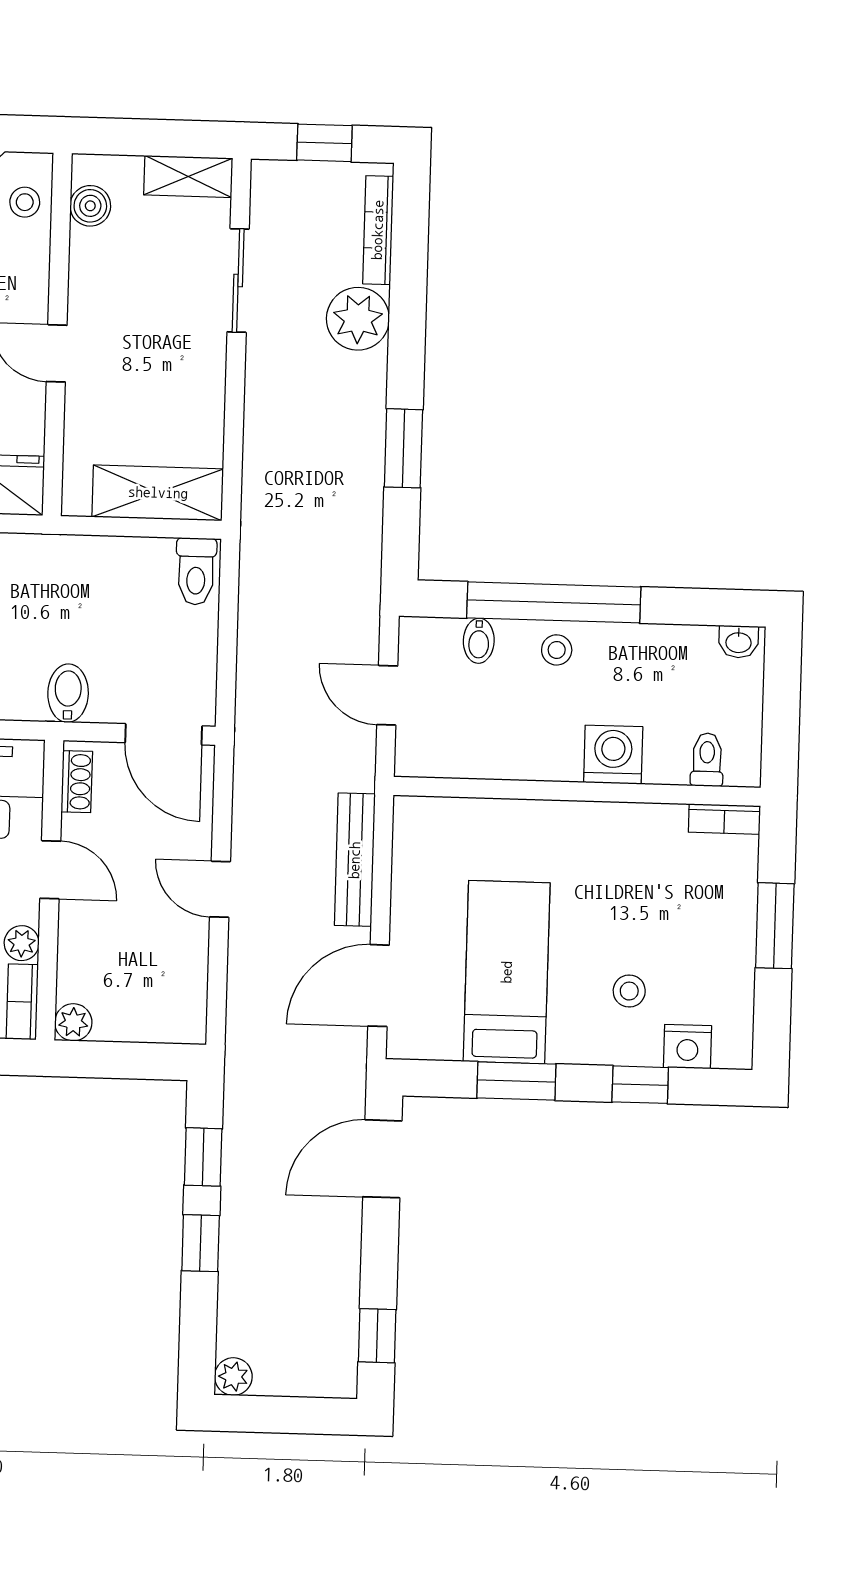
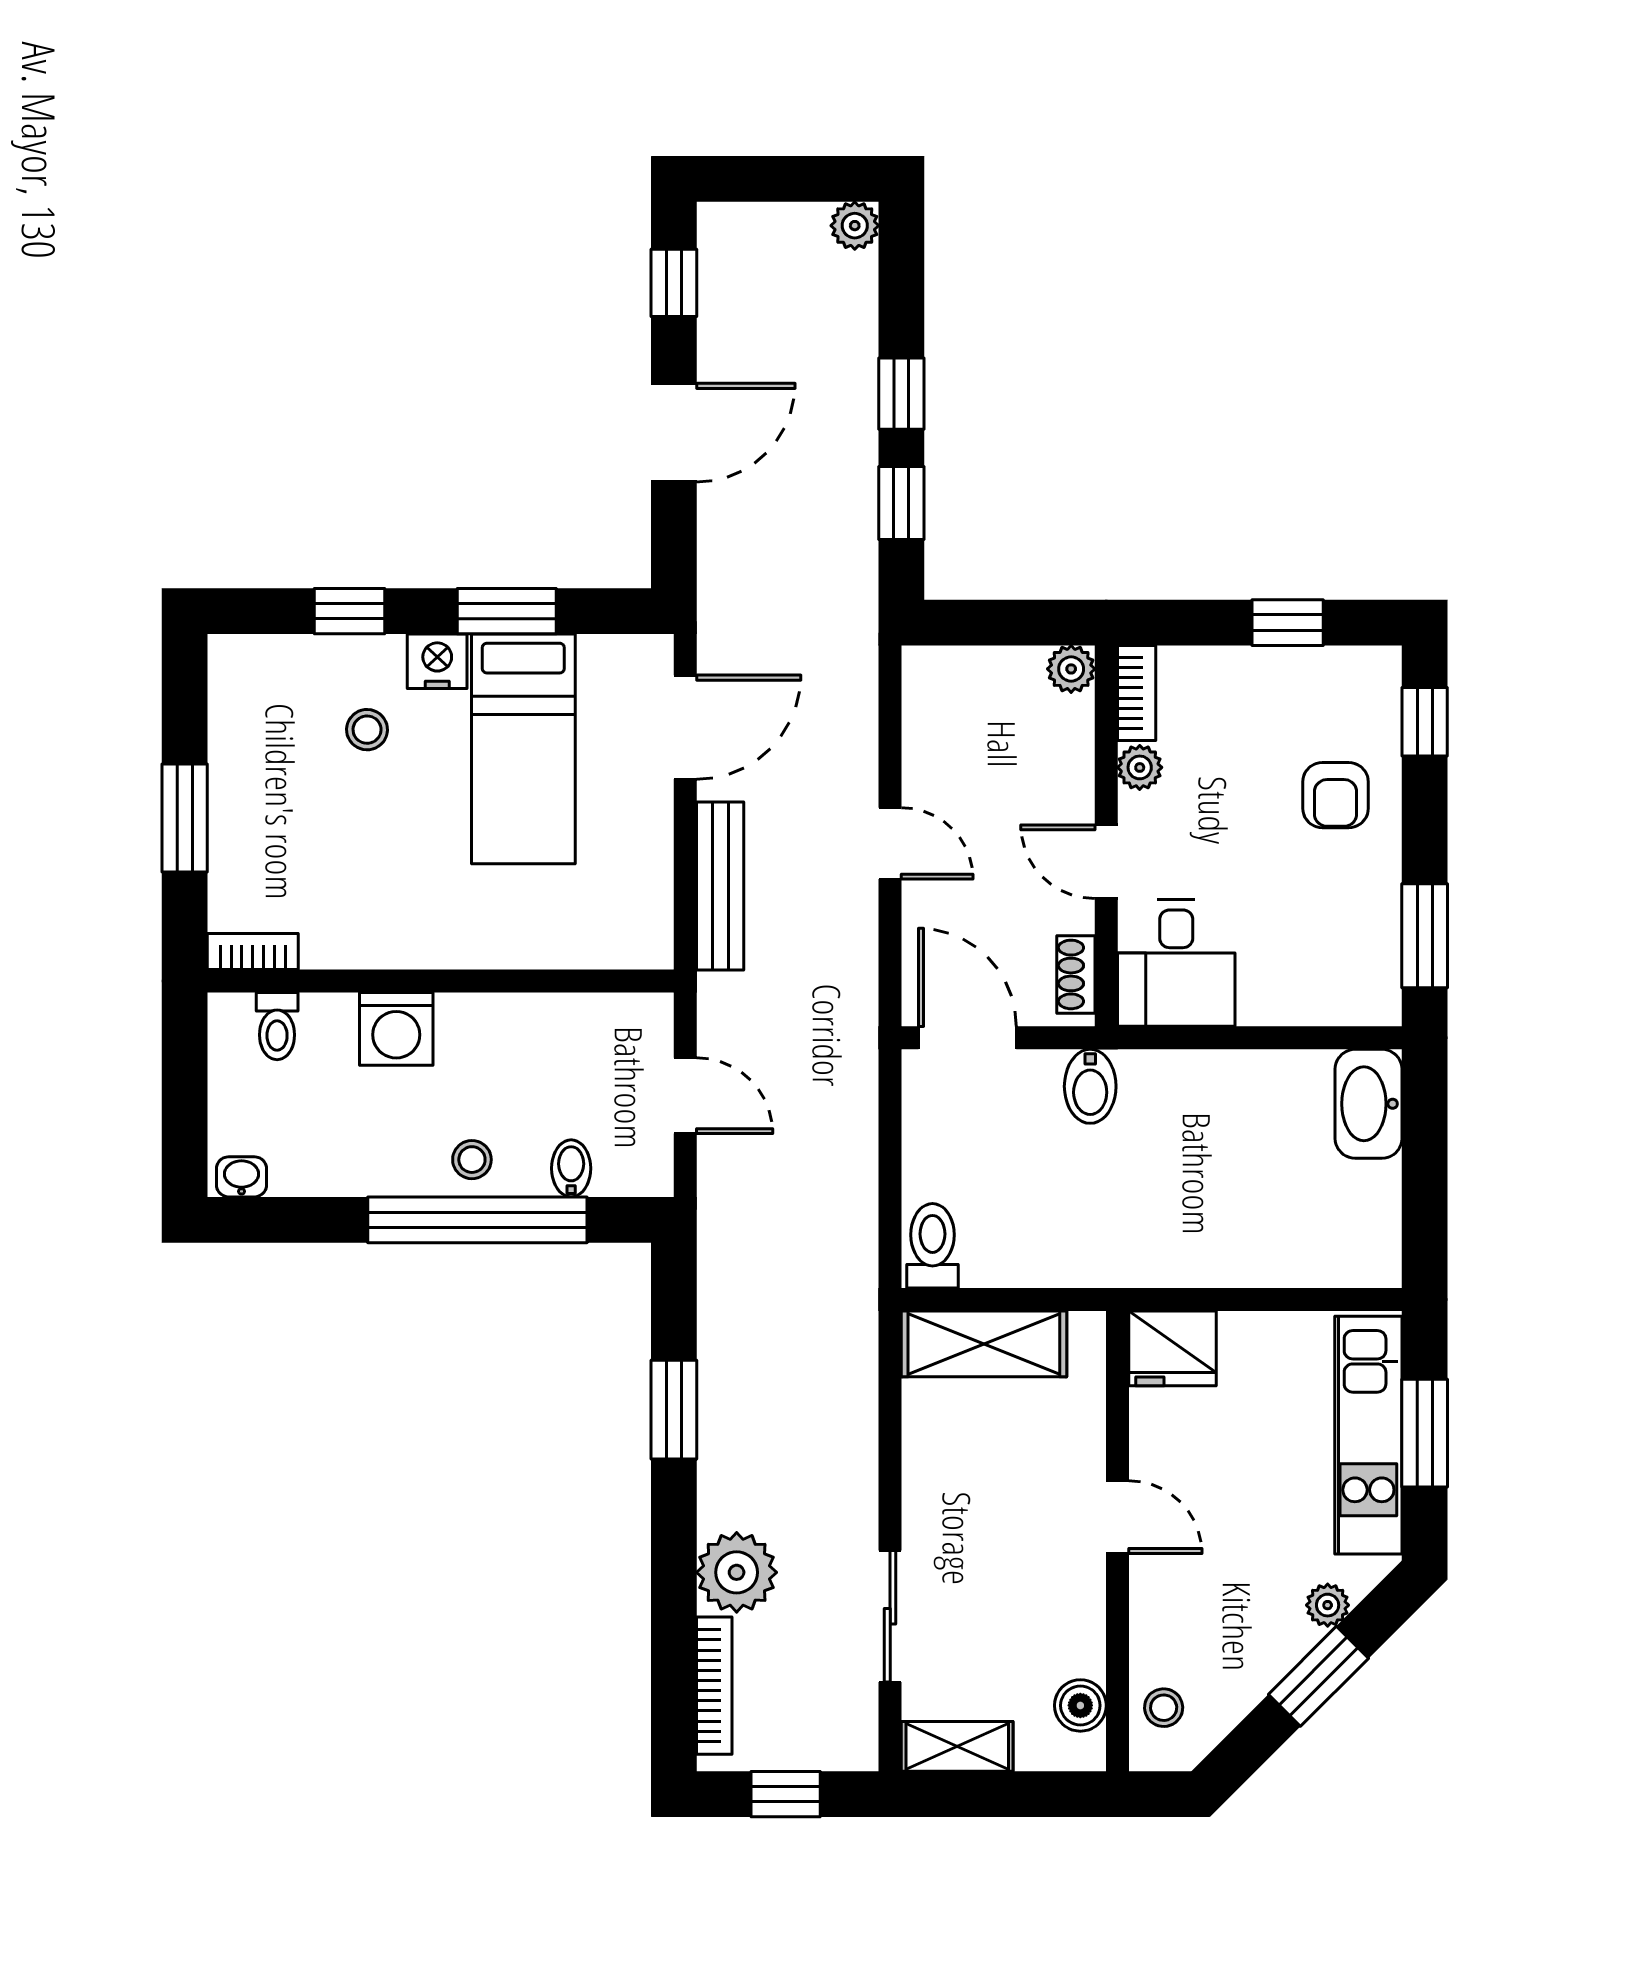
nightstand: (687, 1047) -> (437, 661), moved
door: (382, 1159) -> (674, 433), moved

